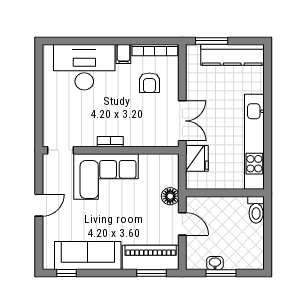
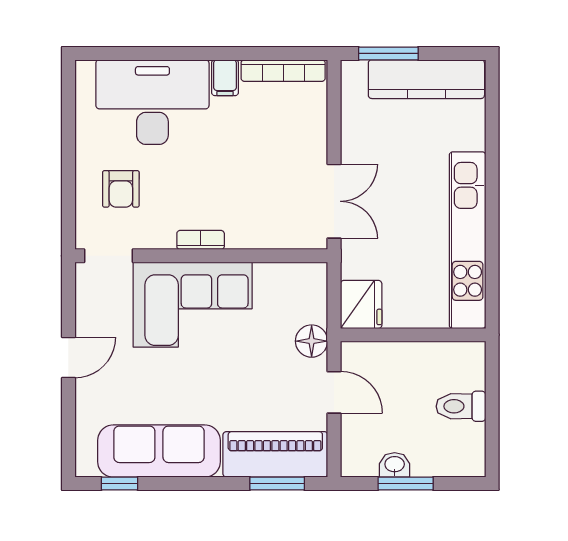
armchair: (149, 83) -> (121, 189), moved
fridge: (197, 158) -> (361, 304), moved
toilet: (256, 210) -> (461, 406), moved, turned 90

